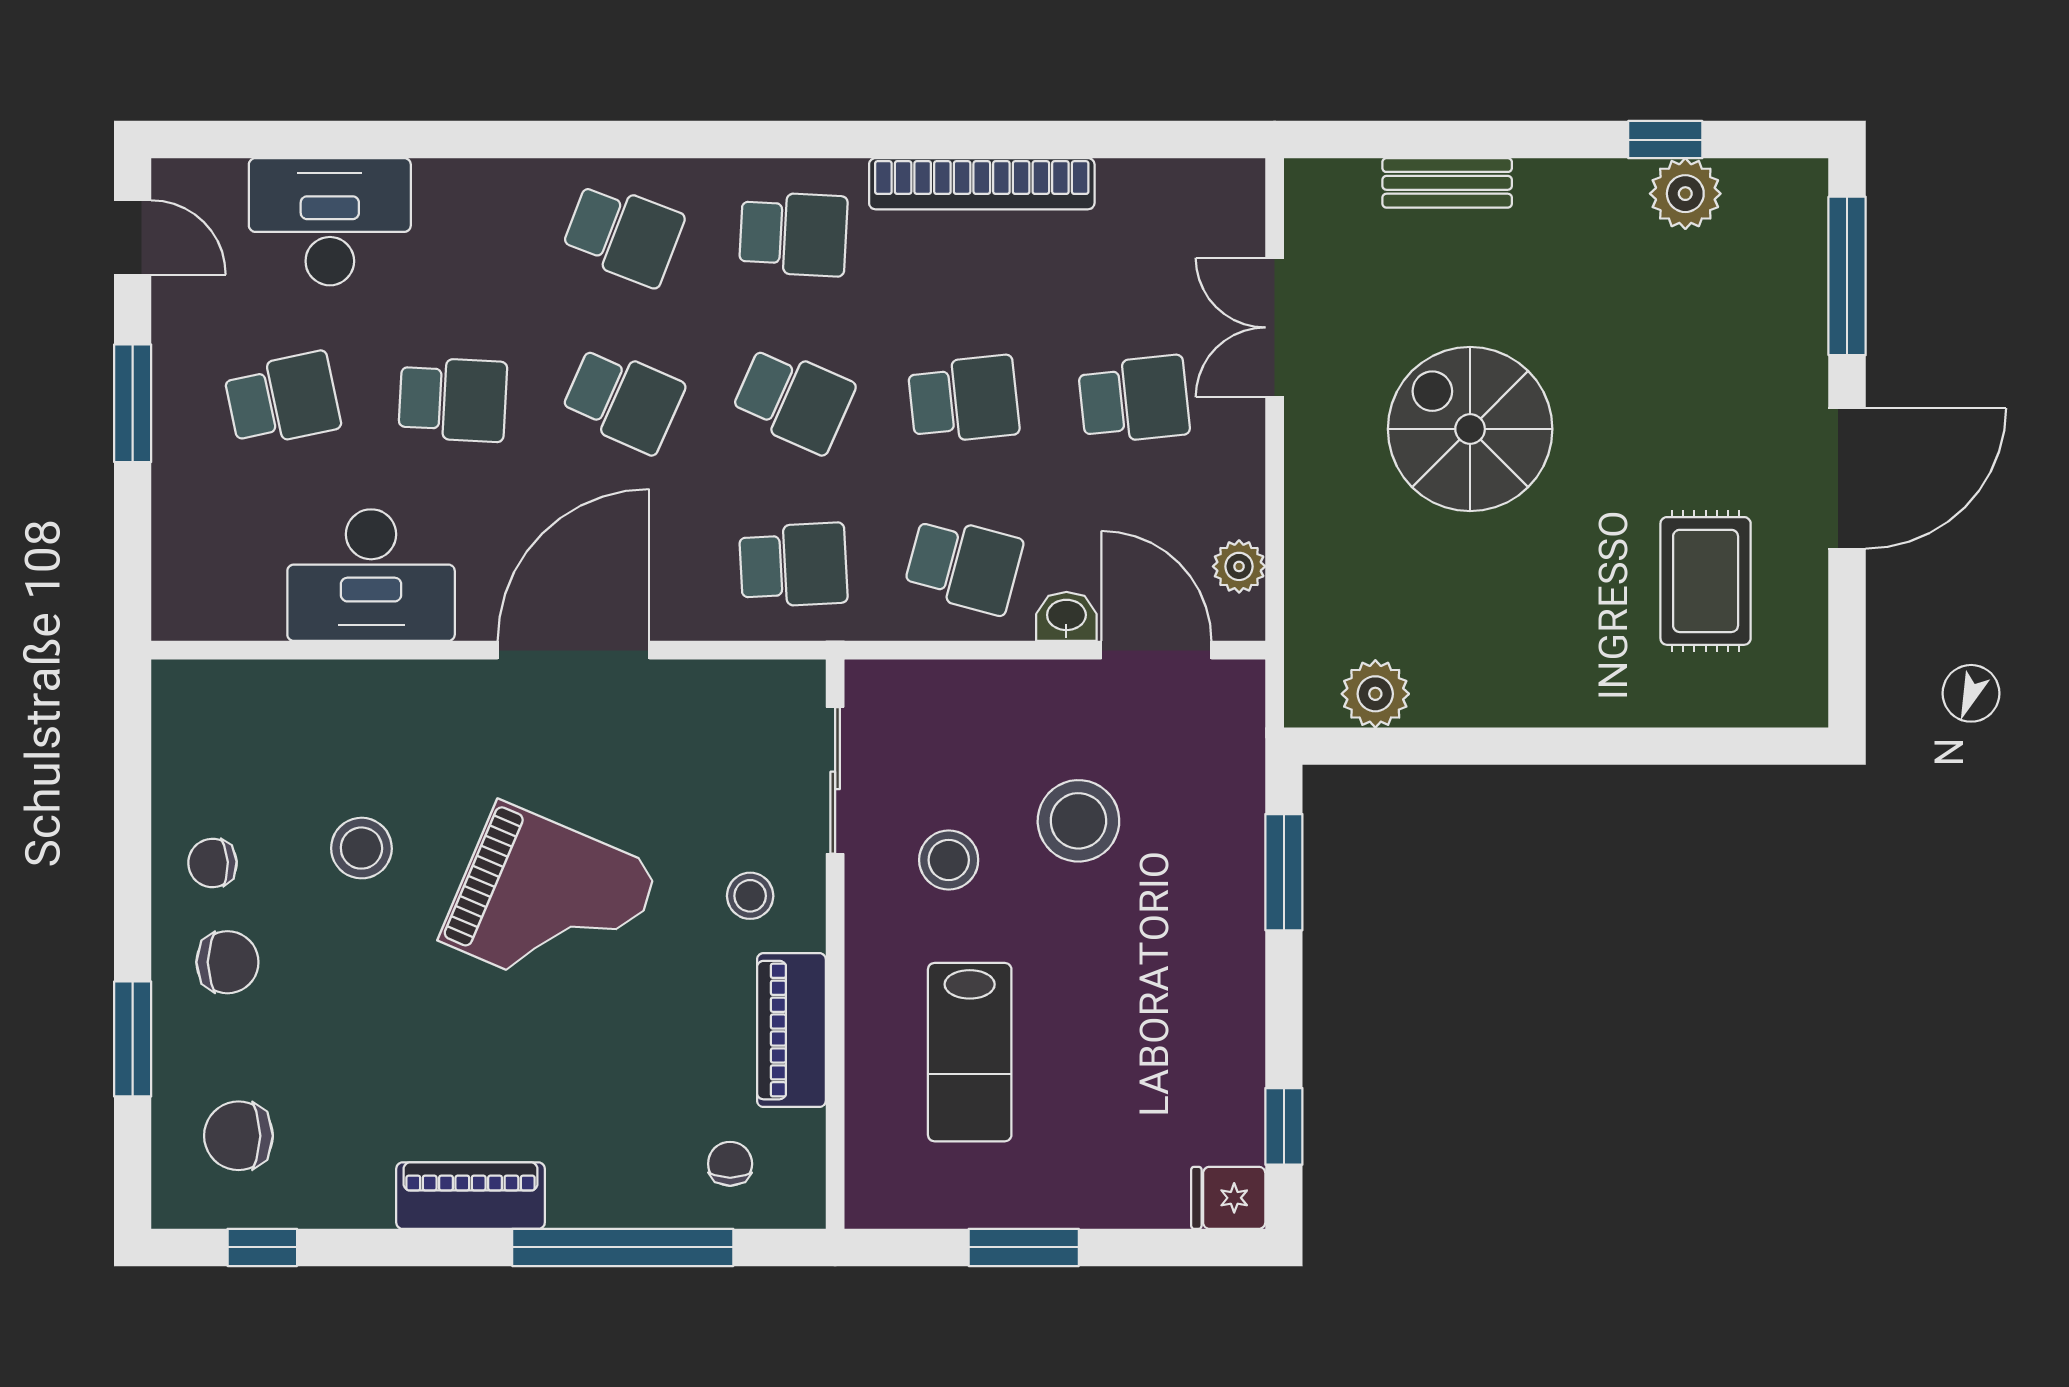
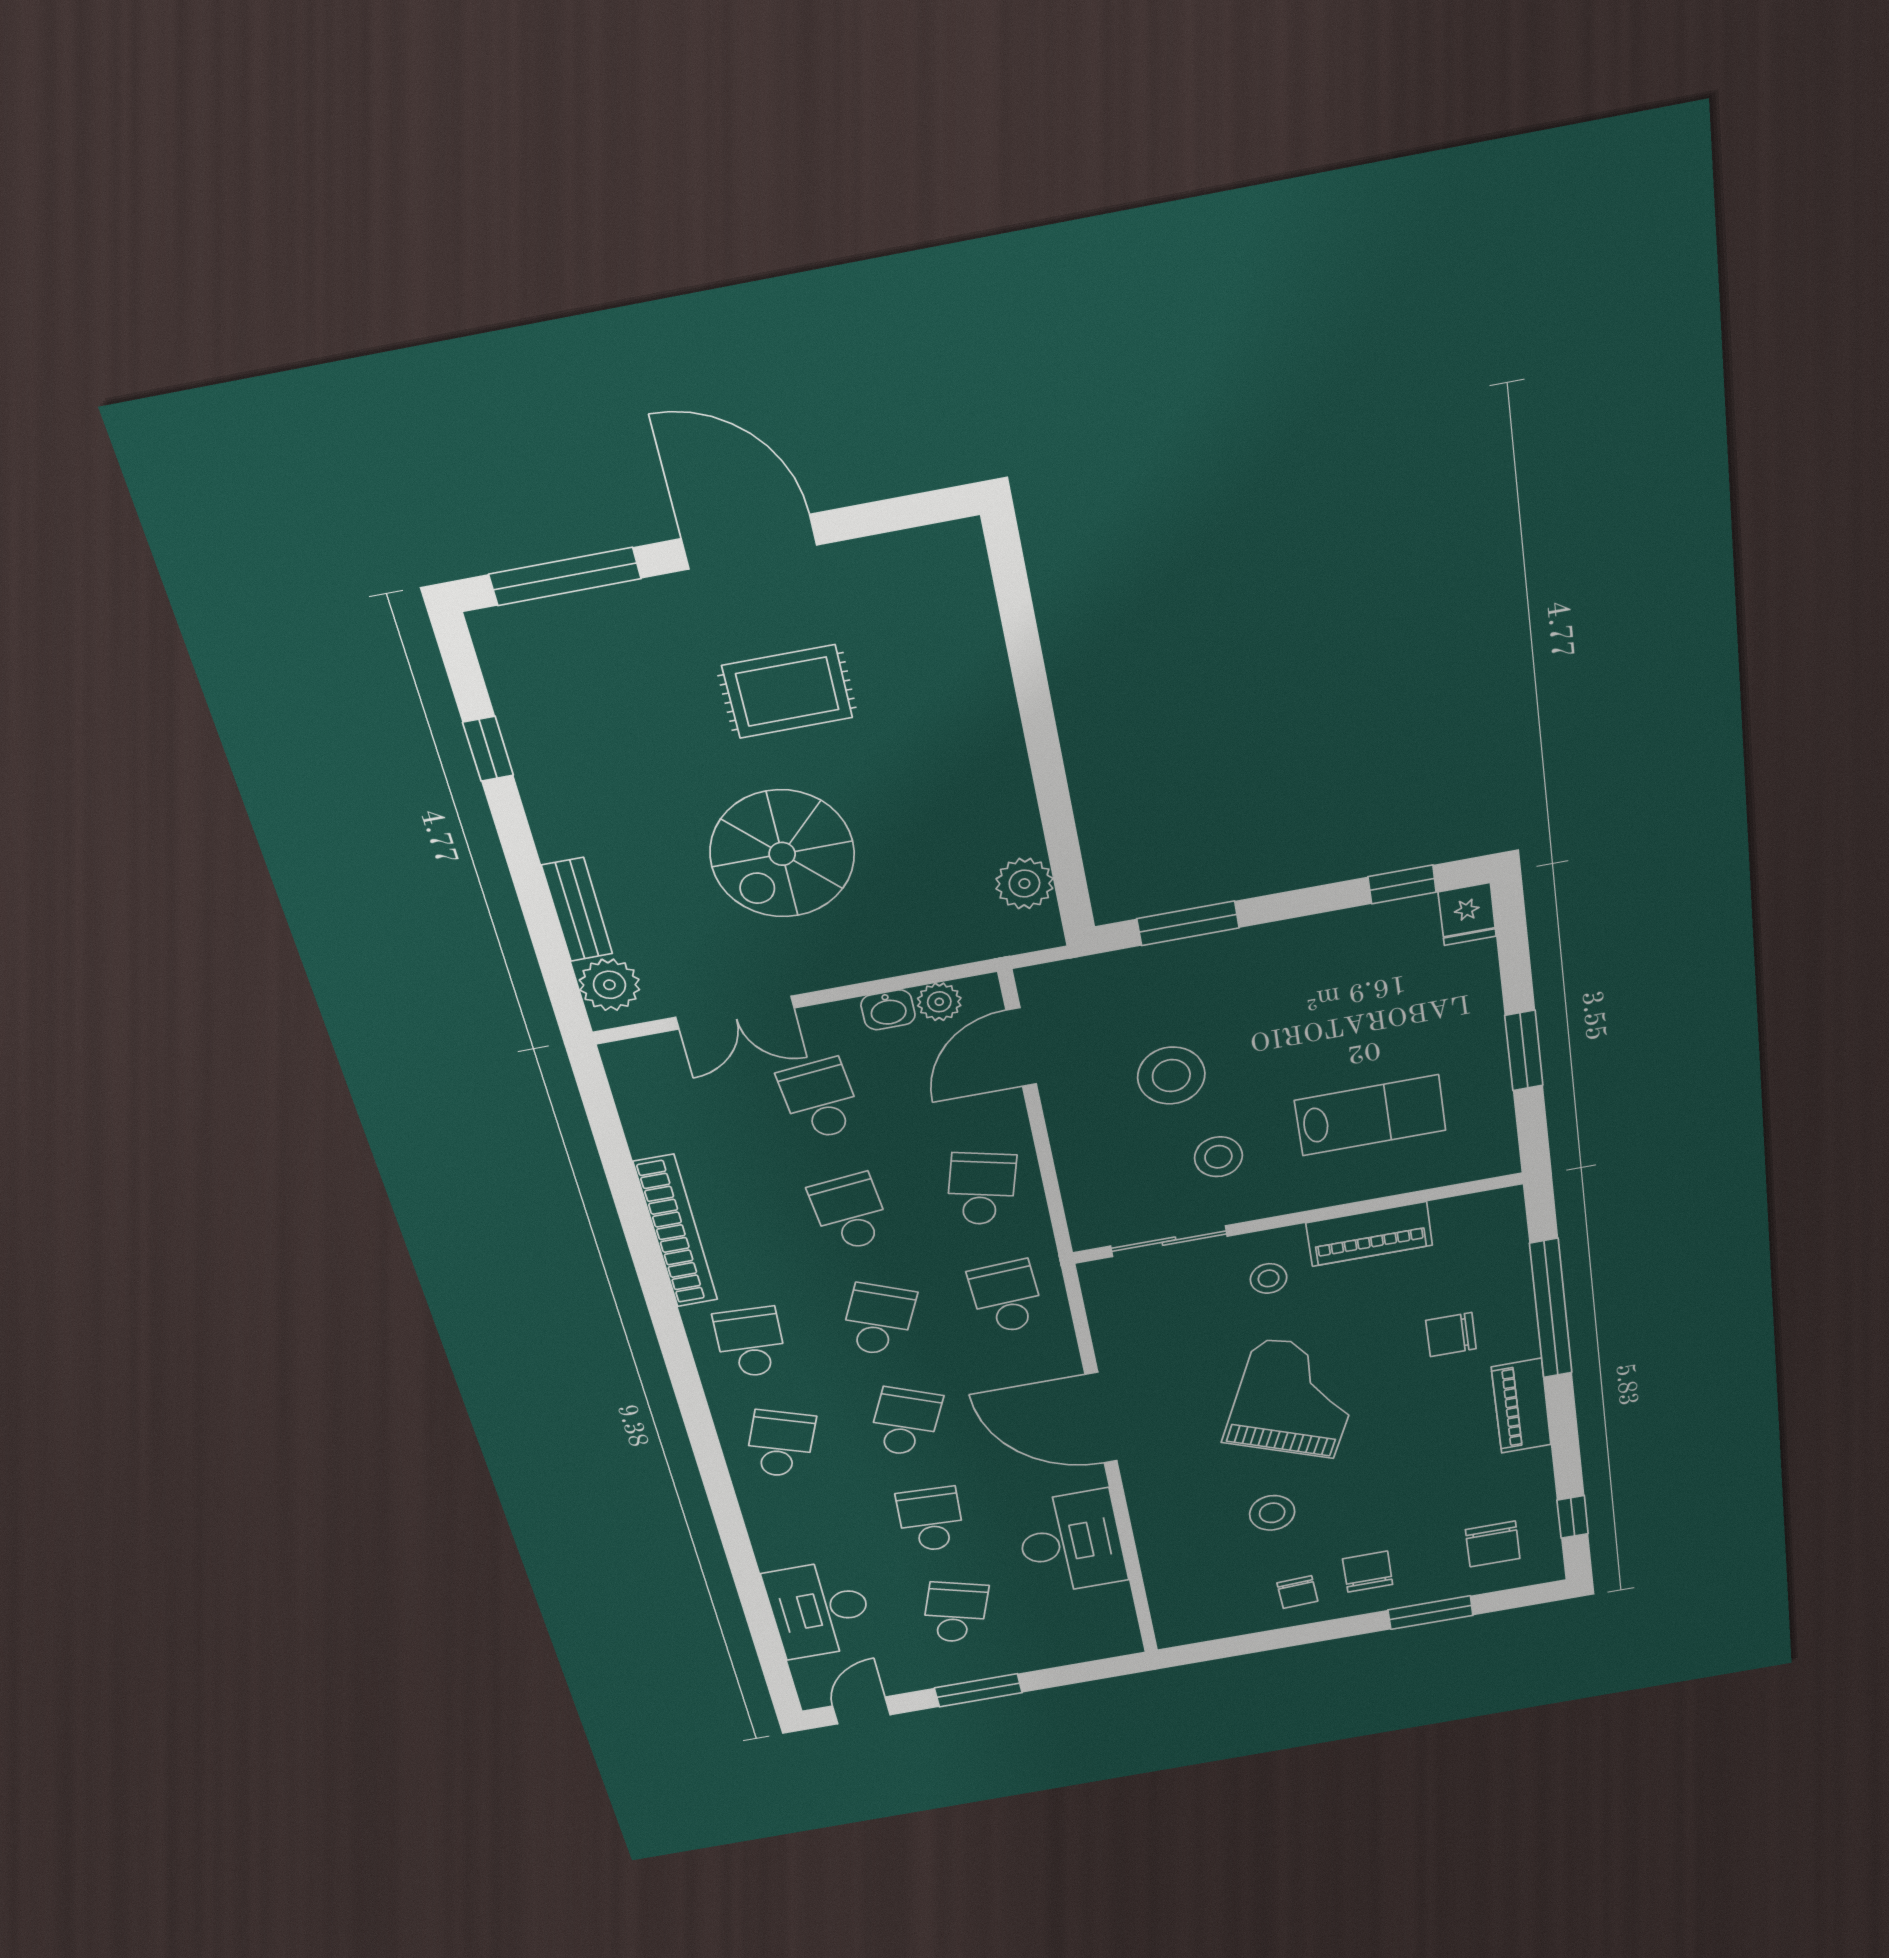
plant: (1685, 194) -> (609, 985), moved
school desk: (282, 400) -> (955, 1612), turned 30
rug: (1706, 581) -> (787, 692), moved
washbasin: (1066, 616) -> (888, 1010), moved, turned -90
chair: (730, 1164) -> (1451, 1335), moved, width x1.37, depth x1.37

